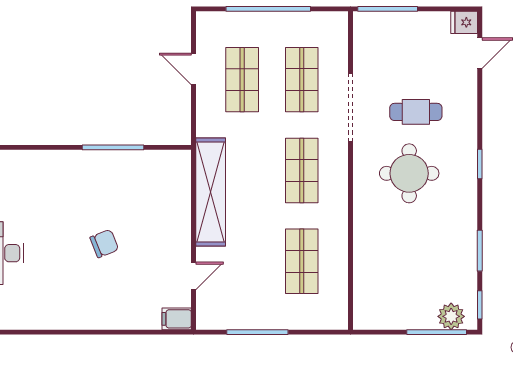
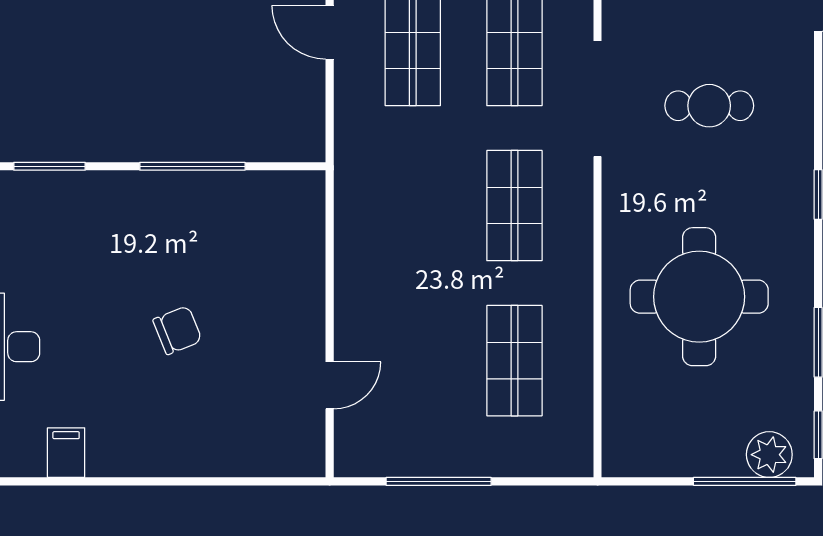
window: (29, 147) -> (49, 166), added
round table: (409, 173) -> (699, 297), moved, width x1.36, depth x1.36
shelving: (211, 192) -> (359, 242), removed
filing cabinet: (177, 319) -> (66, 453), moved, turned 90

